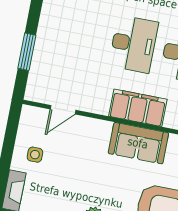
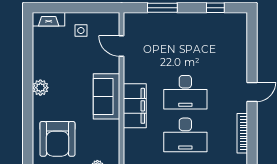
sofa: (138, 143) -> (106, 96), moved

